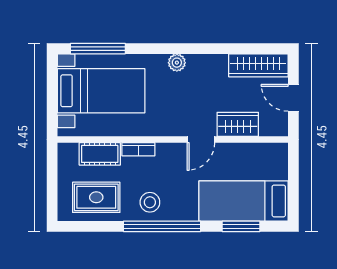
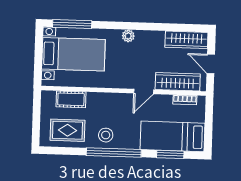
wardrobe: (238, 124) -> (178, 82), width x1.50
bookcase: (138, 149) -> (185, 100), moved

